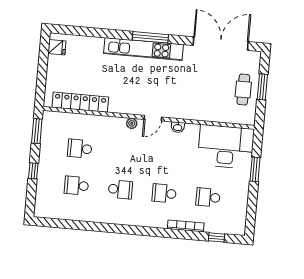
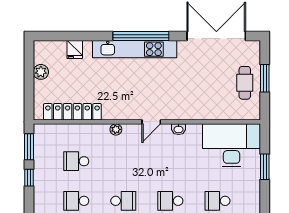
window: (150, 37) -> (141, 36), width x1.46
fridge: (57, 47) -> (75, 50), moved, turned 90
plant: (54, 62) -> (41, 72), added
plant: (132, 123) -> (116, 129), moved
window: (33, 171) -> (29, 178), moved

